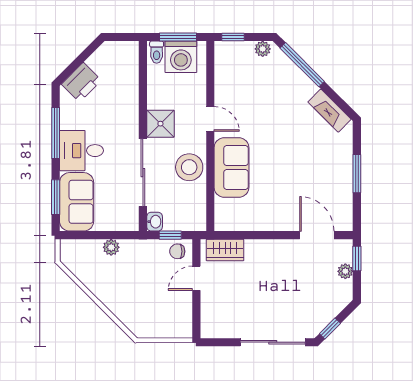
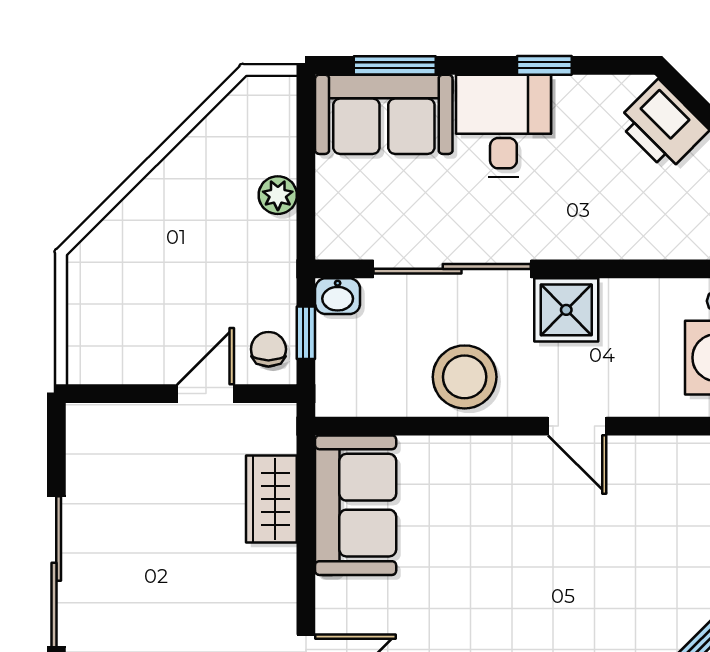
door: (210, 119) -> (577, 426), hinge flipped
window: (56, 133) -> (544, 65), width x0.46
sofa: (232, 168) -> (356, 505), moved, turned -90
wardrobe: (225, 250) -> (271, 499), moved
door: (196, 278) -> (206, 394), hinge flipped

